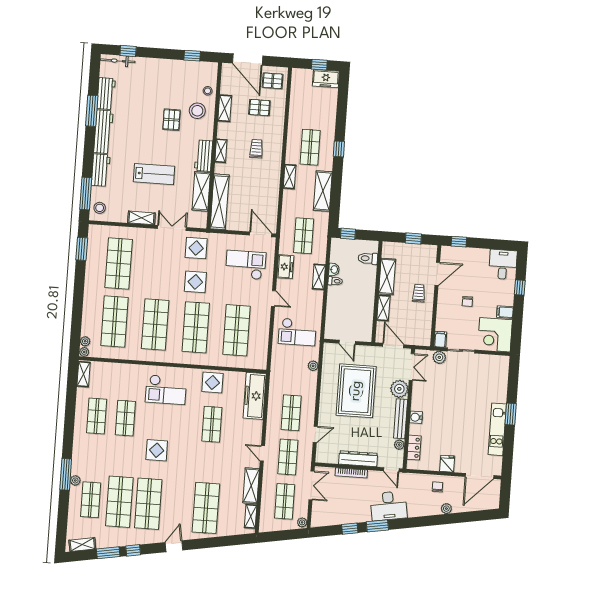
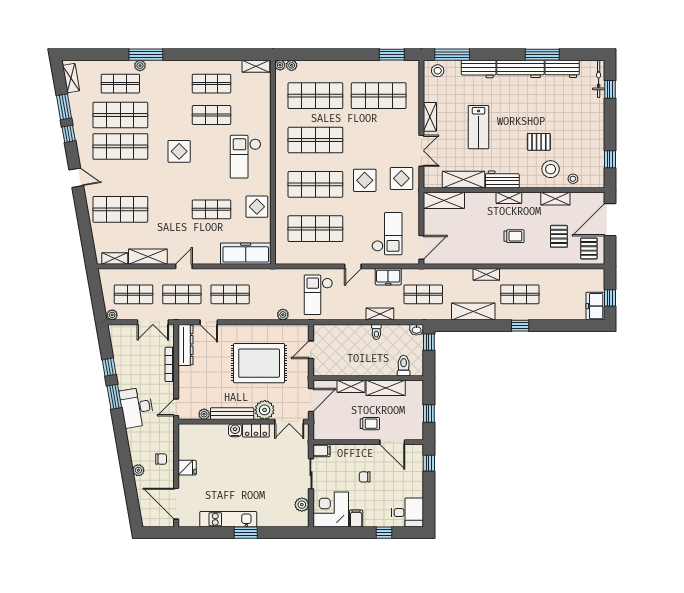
shelving: (220, 202) -> (444, 200), width x0.68
washbasin: (334, 270) -> (417, 330), moved
plant: (439, 357) -> (302, 505), moved
locker: (414, 448) -> (256, 430), moved
dresser: (358, 459) -> (186, 345), moved

